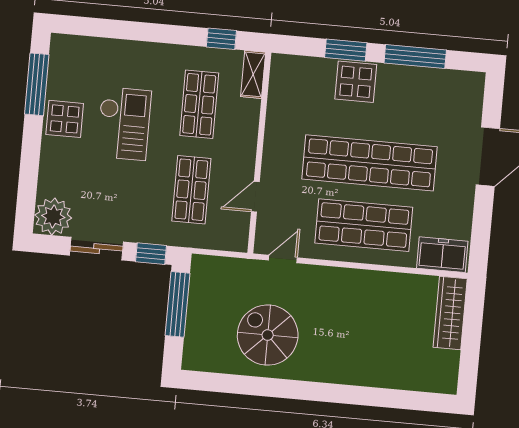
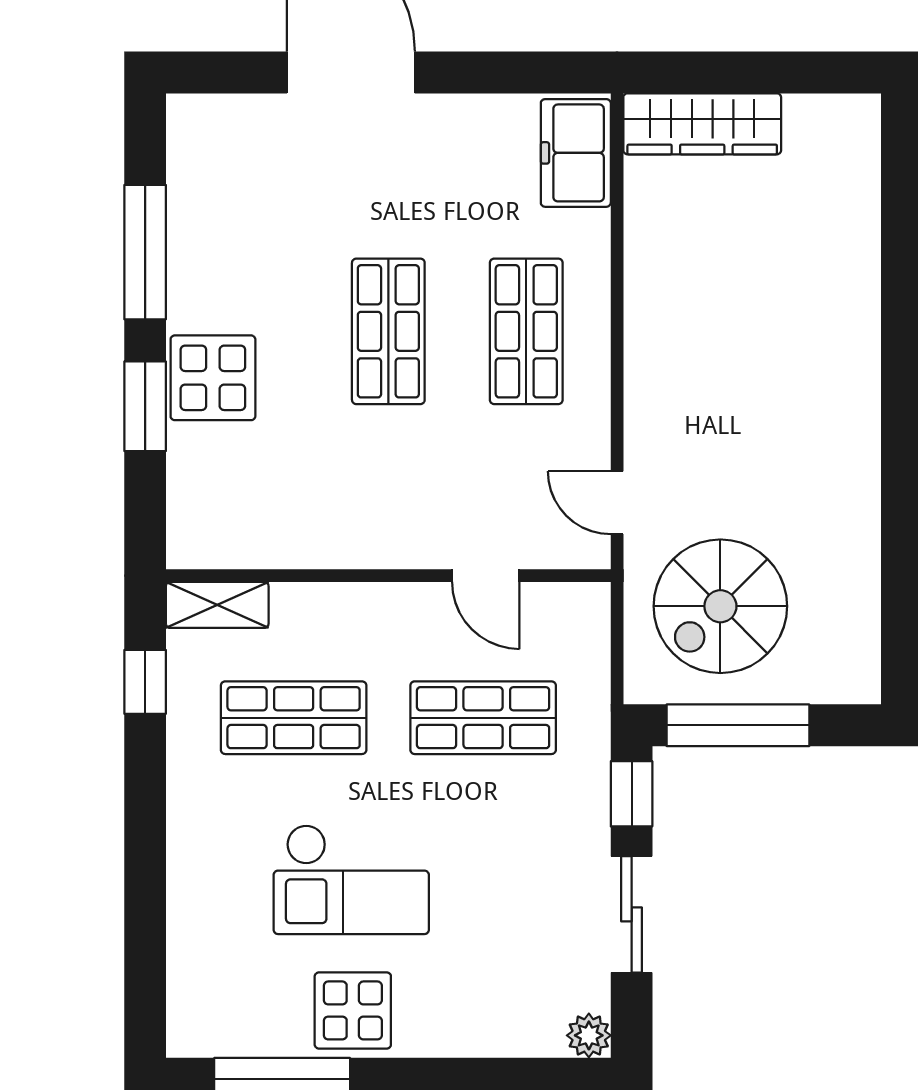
checkout: (124, 124) -> (351, 879), turned 180
shop shelf: (370, 163) -> (388, 331), width x0.50, depth x0.74
plant: (53, 216) -> (589, 1035), width x0.53, depth x0.53
shop shelf: (364, 225) -> (526, 331), width x0.70, depth x0.74
spiral stairs: (268, 335) -> (720, 606), moved

